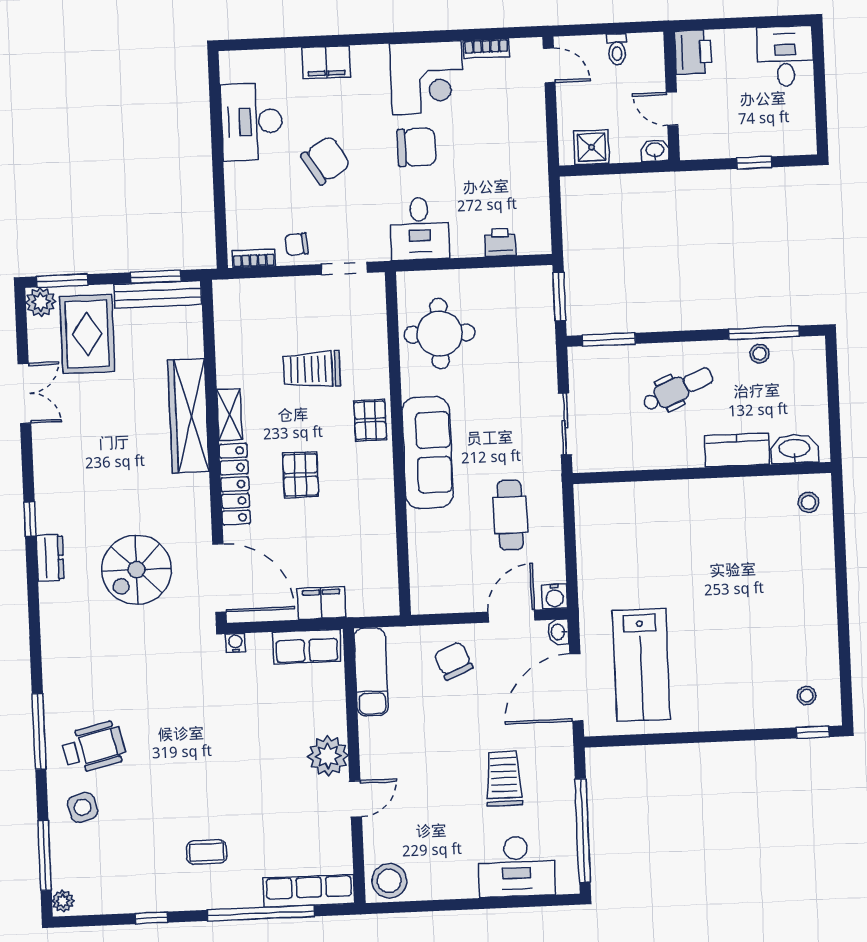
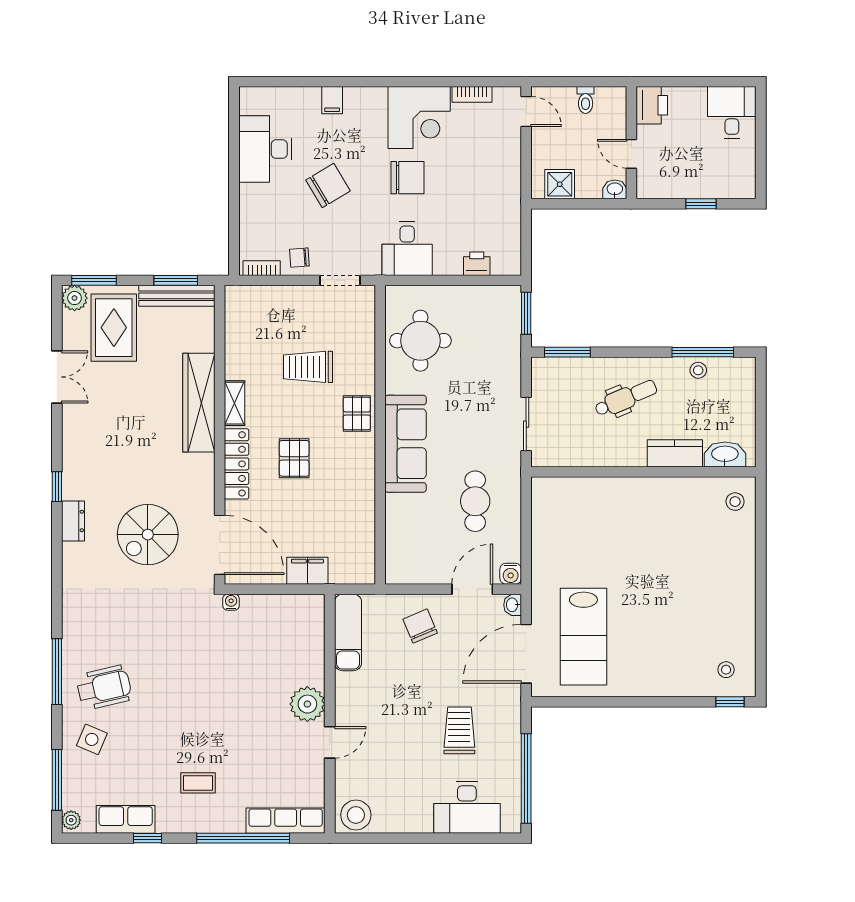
filing cabinet: (326, 62) -> (332, 100), width x0.50
row of seats: (307, 647) -> (126, 819), moved, turned 180
side table: (83, 807) -> (92, 739), turned 38

